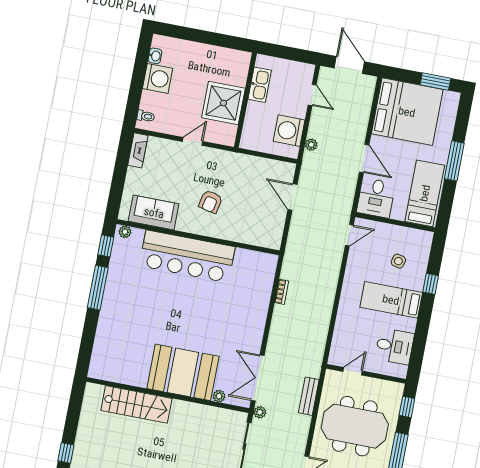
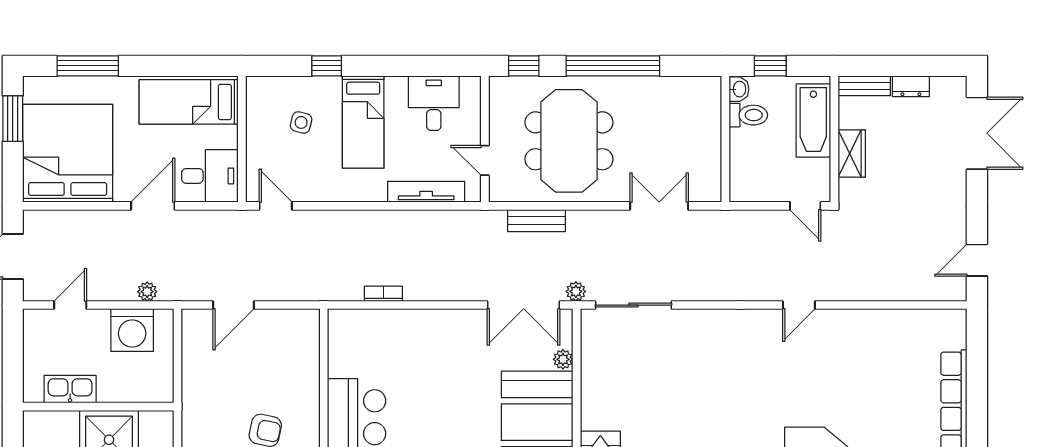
window: (454, 161) -> (88, 66), moved
tv unit: (340, 331) -> (426, 192), added

